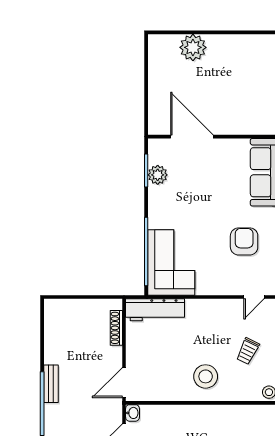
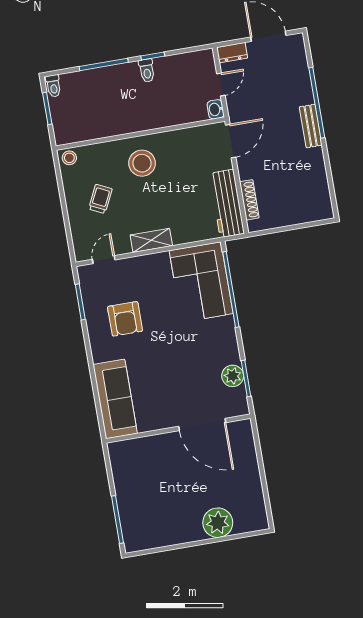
shelving: (209, 307) -> (151, 240), added
workbench: (155, 310) -> (227, 203), moved, turned -90

